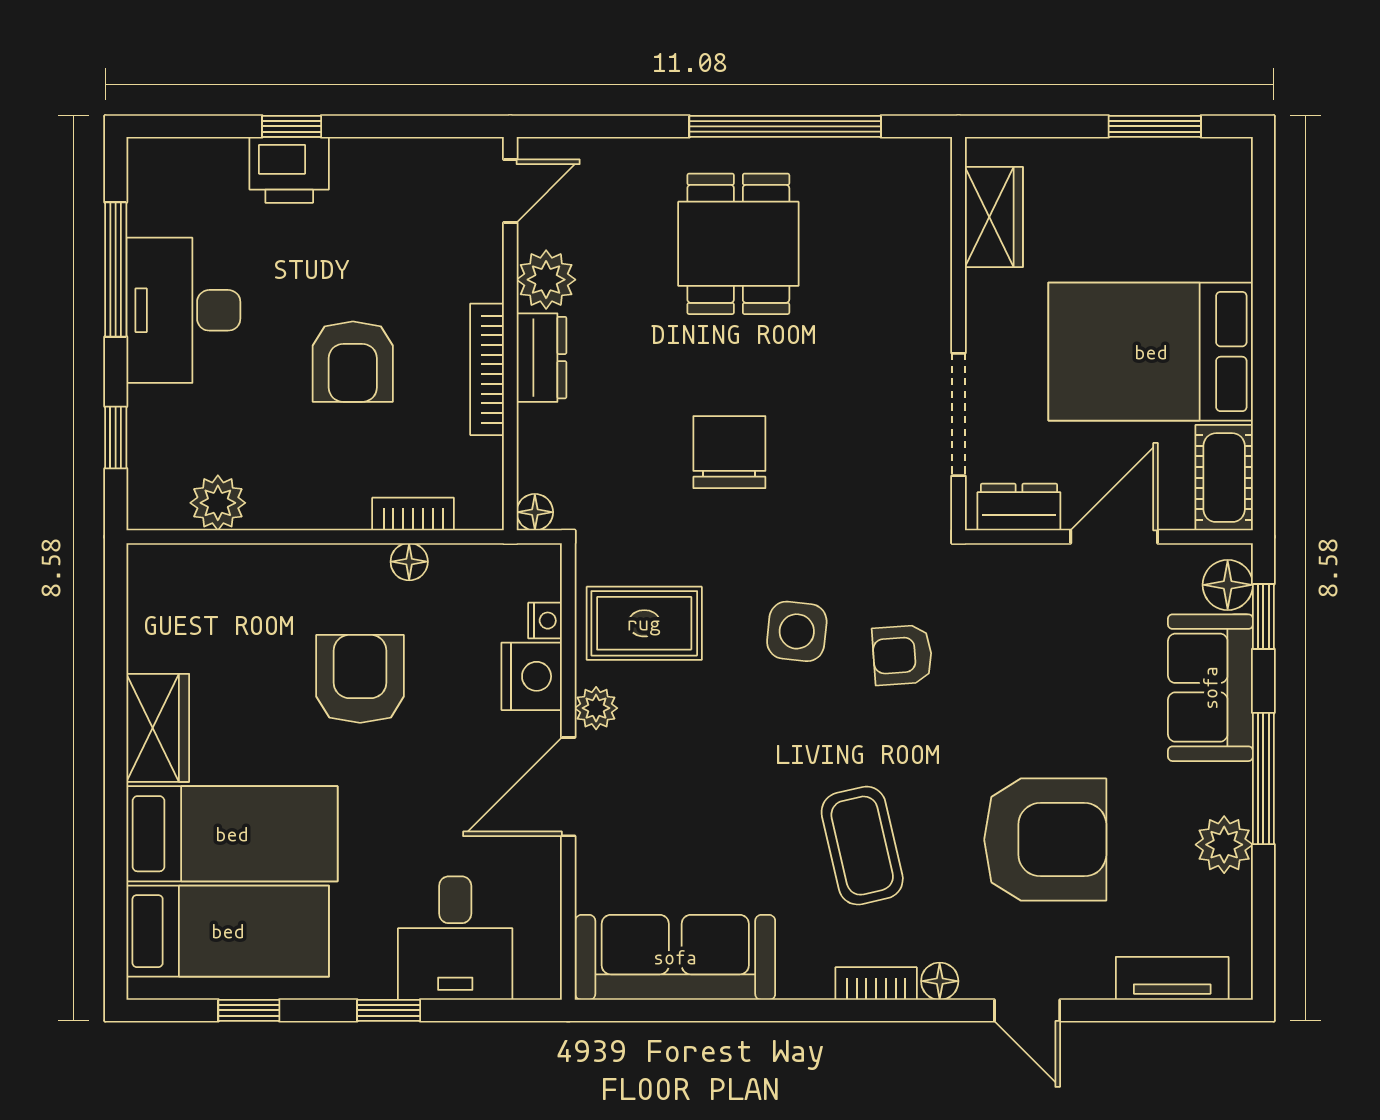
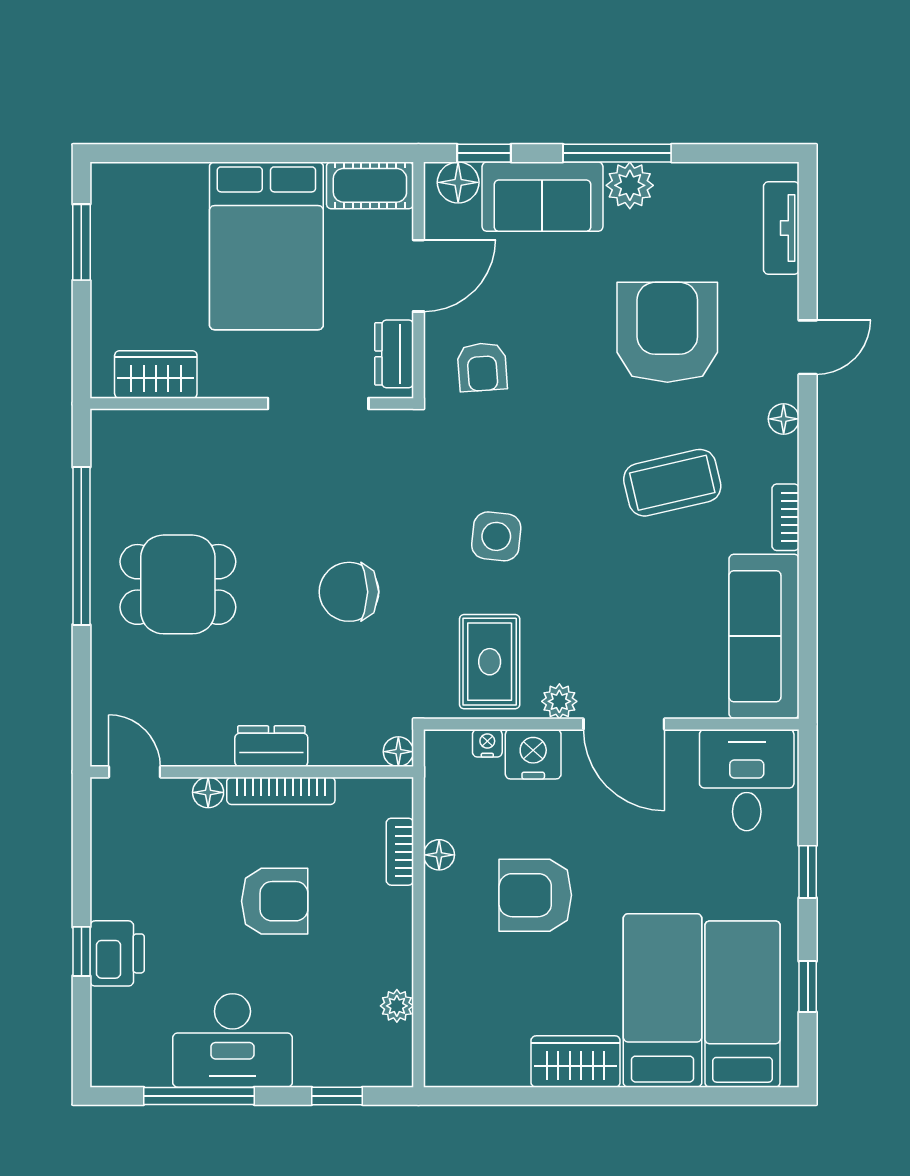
plant: (546, 280) -> (207, 742), removed
floor lamp: (485, 281) -> (208, 792), added
plant: (218, 503) -> (397, 1006), width x0.73, depth x0.73
door: (1114, 537) -> (419, 276), swing flipped
armchair: (902, 655) -> (482, 367), moved
plant: (1224, 845) -> (630, 185), moved
desk: (455, 938) -> (747, 780), moved, turned -90
bookcase: (876, 984) -> (786, 517), moved

